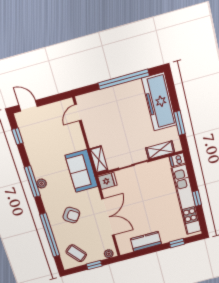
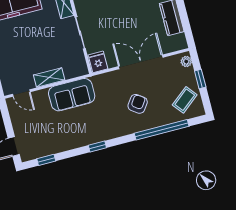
shelving: (99, 160) -> (49, 78), moved
sofa: (81, 171) -> (72, 95), moved
window: (32, 182) -> (97, 146), width x0.46
plant: (42, 184) -> (100, 136), removed

